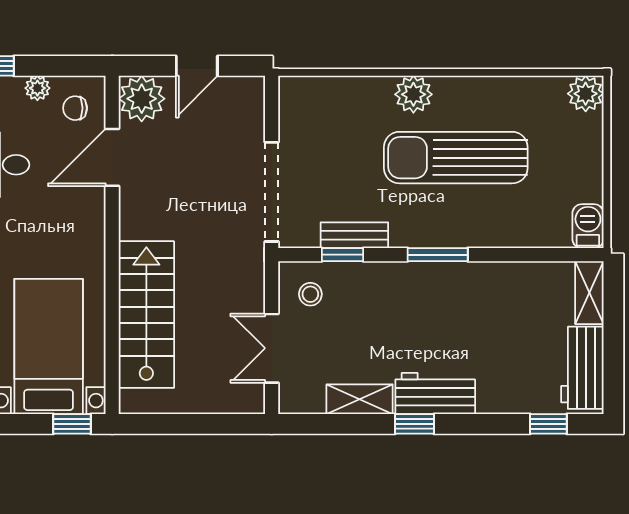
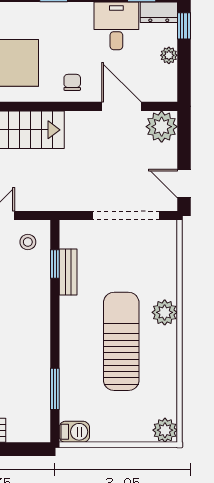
door: (197, 66) -> (184, 184), moved
chair: (75, 108) -> (72, 82), moved
doorway: (272, 192) -> (126, 215), moved
window: (438, 255) -> (55, 389), moved
shelving: (589, 293) -> (29, 433), removed

